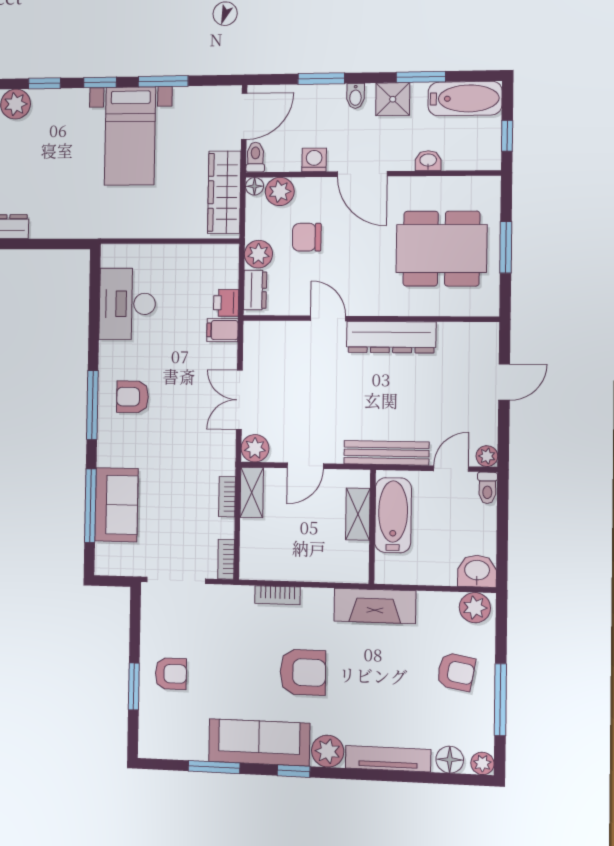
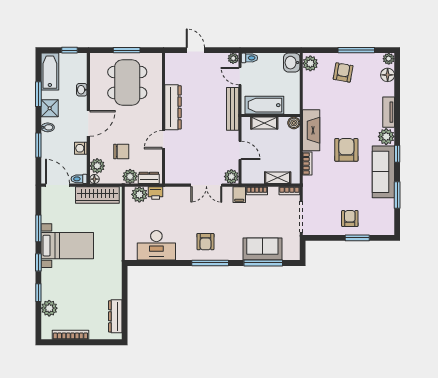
chair: (307, 237) -> (121, 151), turned -90
plant: (224, 272) -> (139, 194), added
filing cabinet: (222, 330) -> (239, 195), moved
shelving: (252, 492) -> (278, 178), moved
boiler: (357, 572) -> (294, 123), added
fireplace: (375, 606) -> (311, 130), moved
tv unit: (388, 759) -> (389, 112), width x0.71

